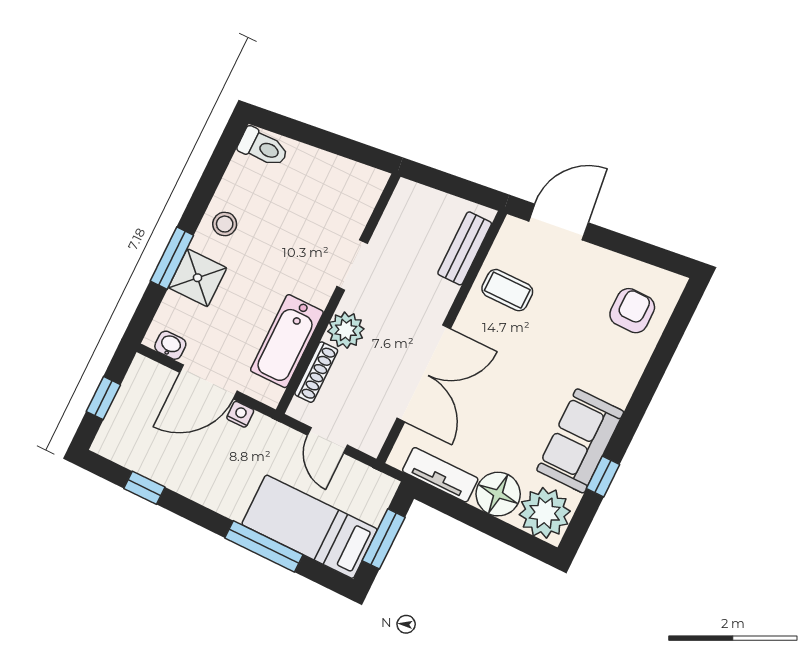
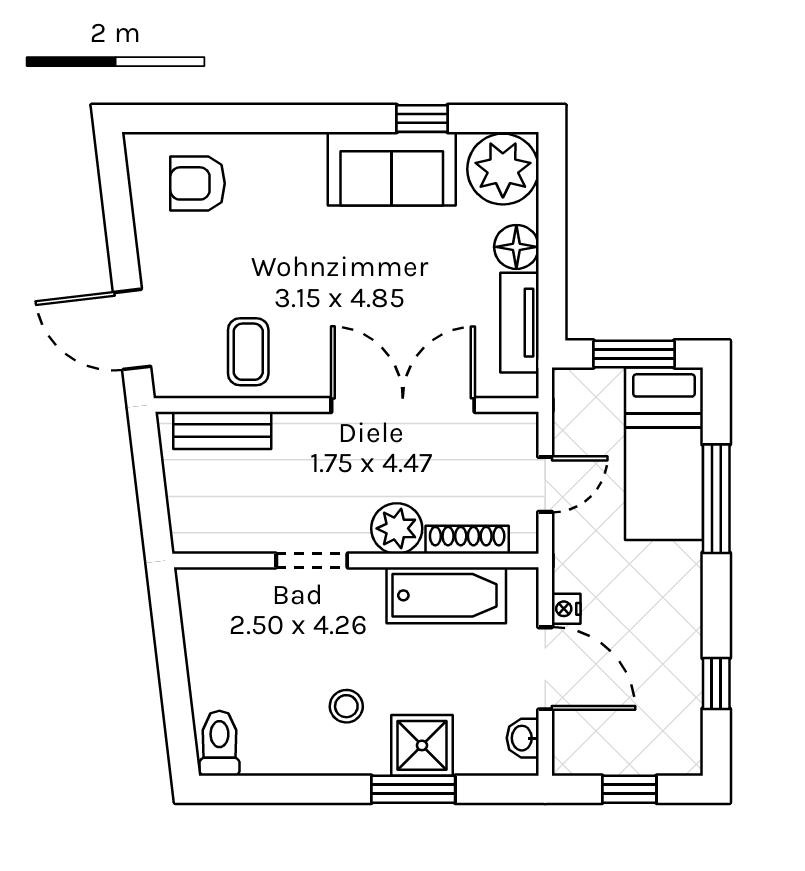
stool: (225, 224) -> (346, 706), moved
floor lamp: (498, 494) -> (516, 247), width x0.73, depth x0.73

